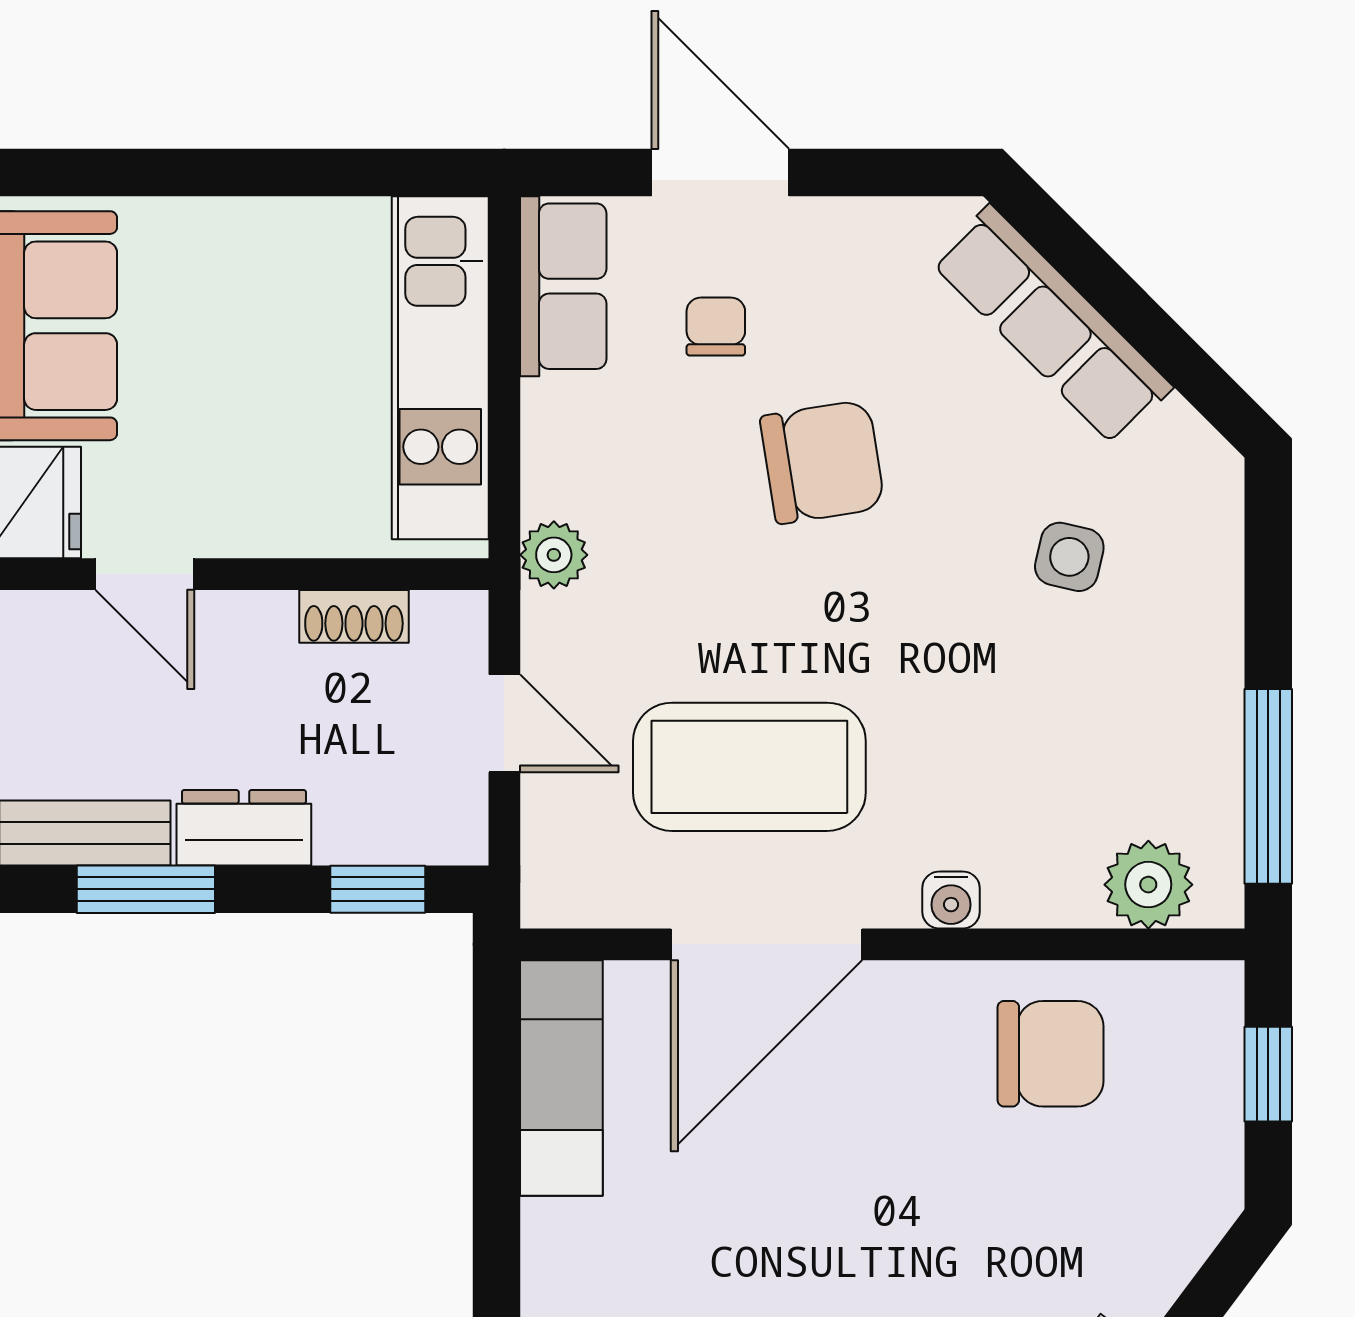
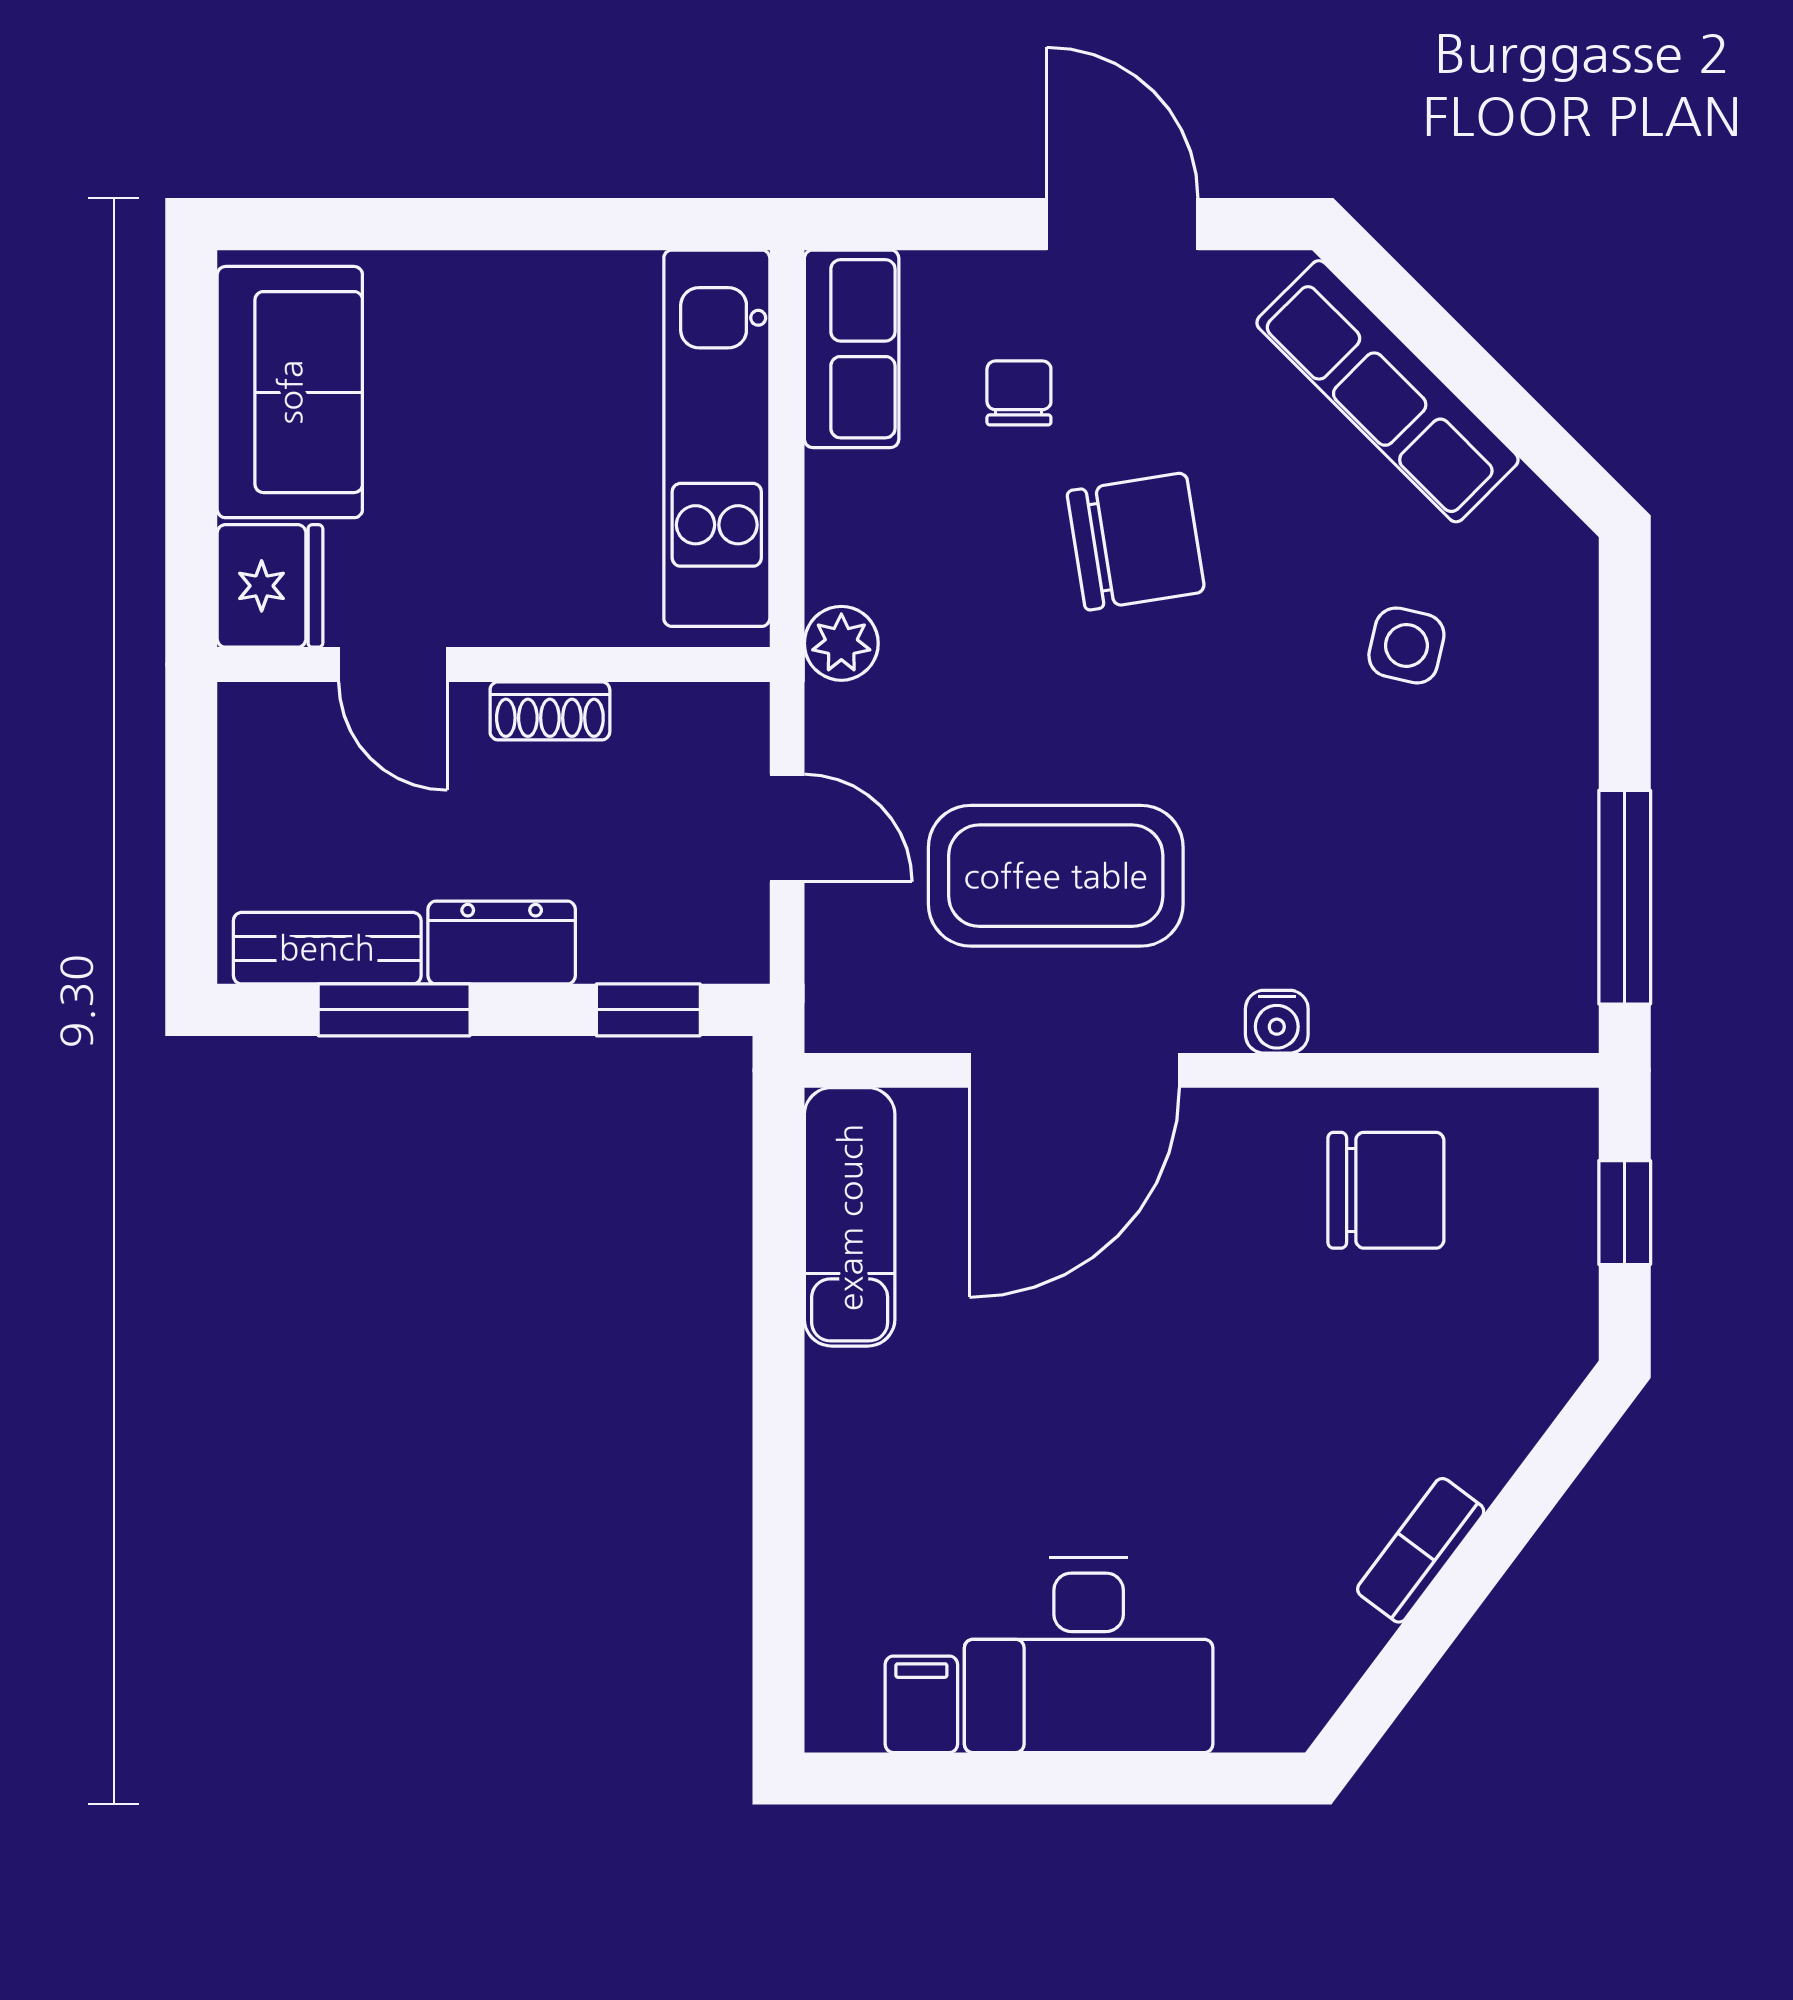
door: (720, 172) -> (1122, 224), moved
shoe rack: (354, 616) -> (550, 711), moved
plant: (1148, 885) -> (1493, 1005), removed

